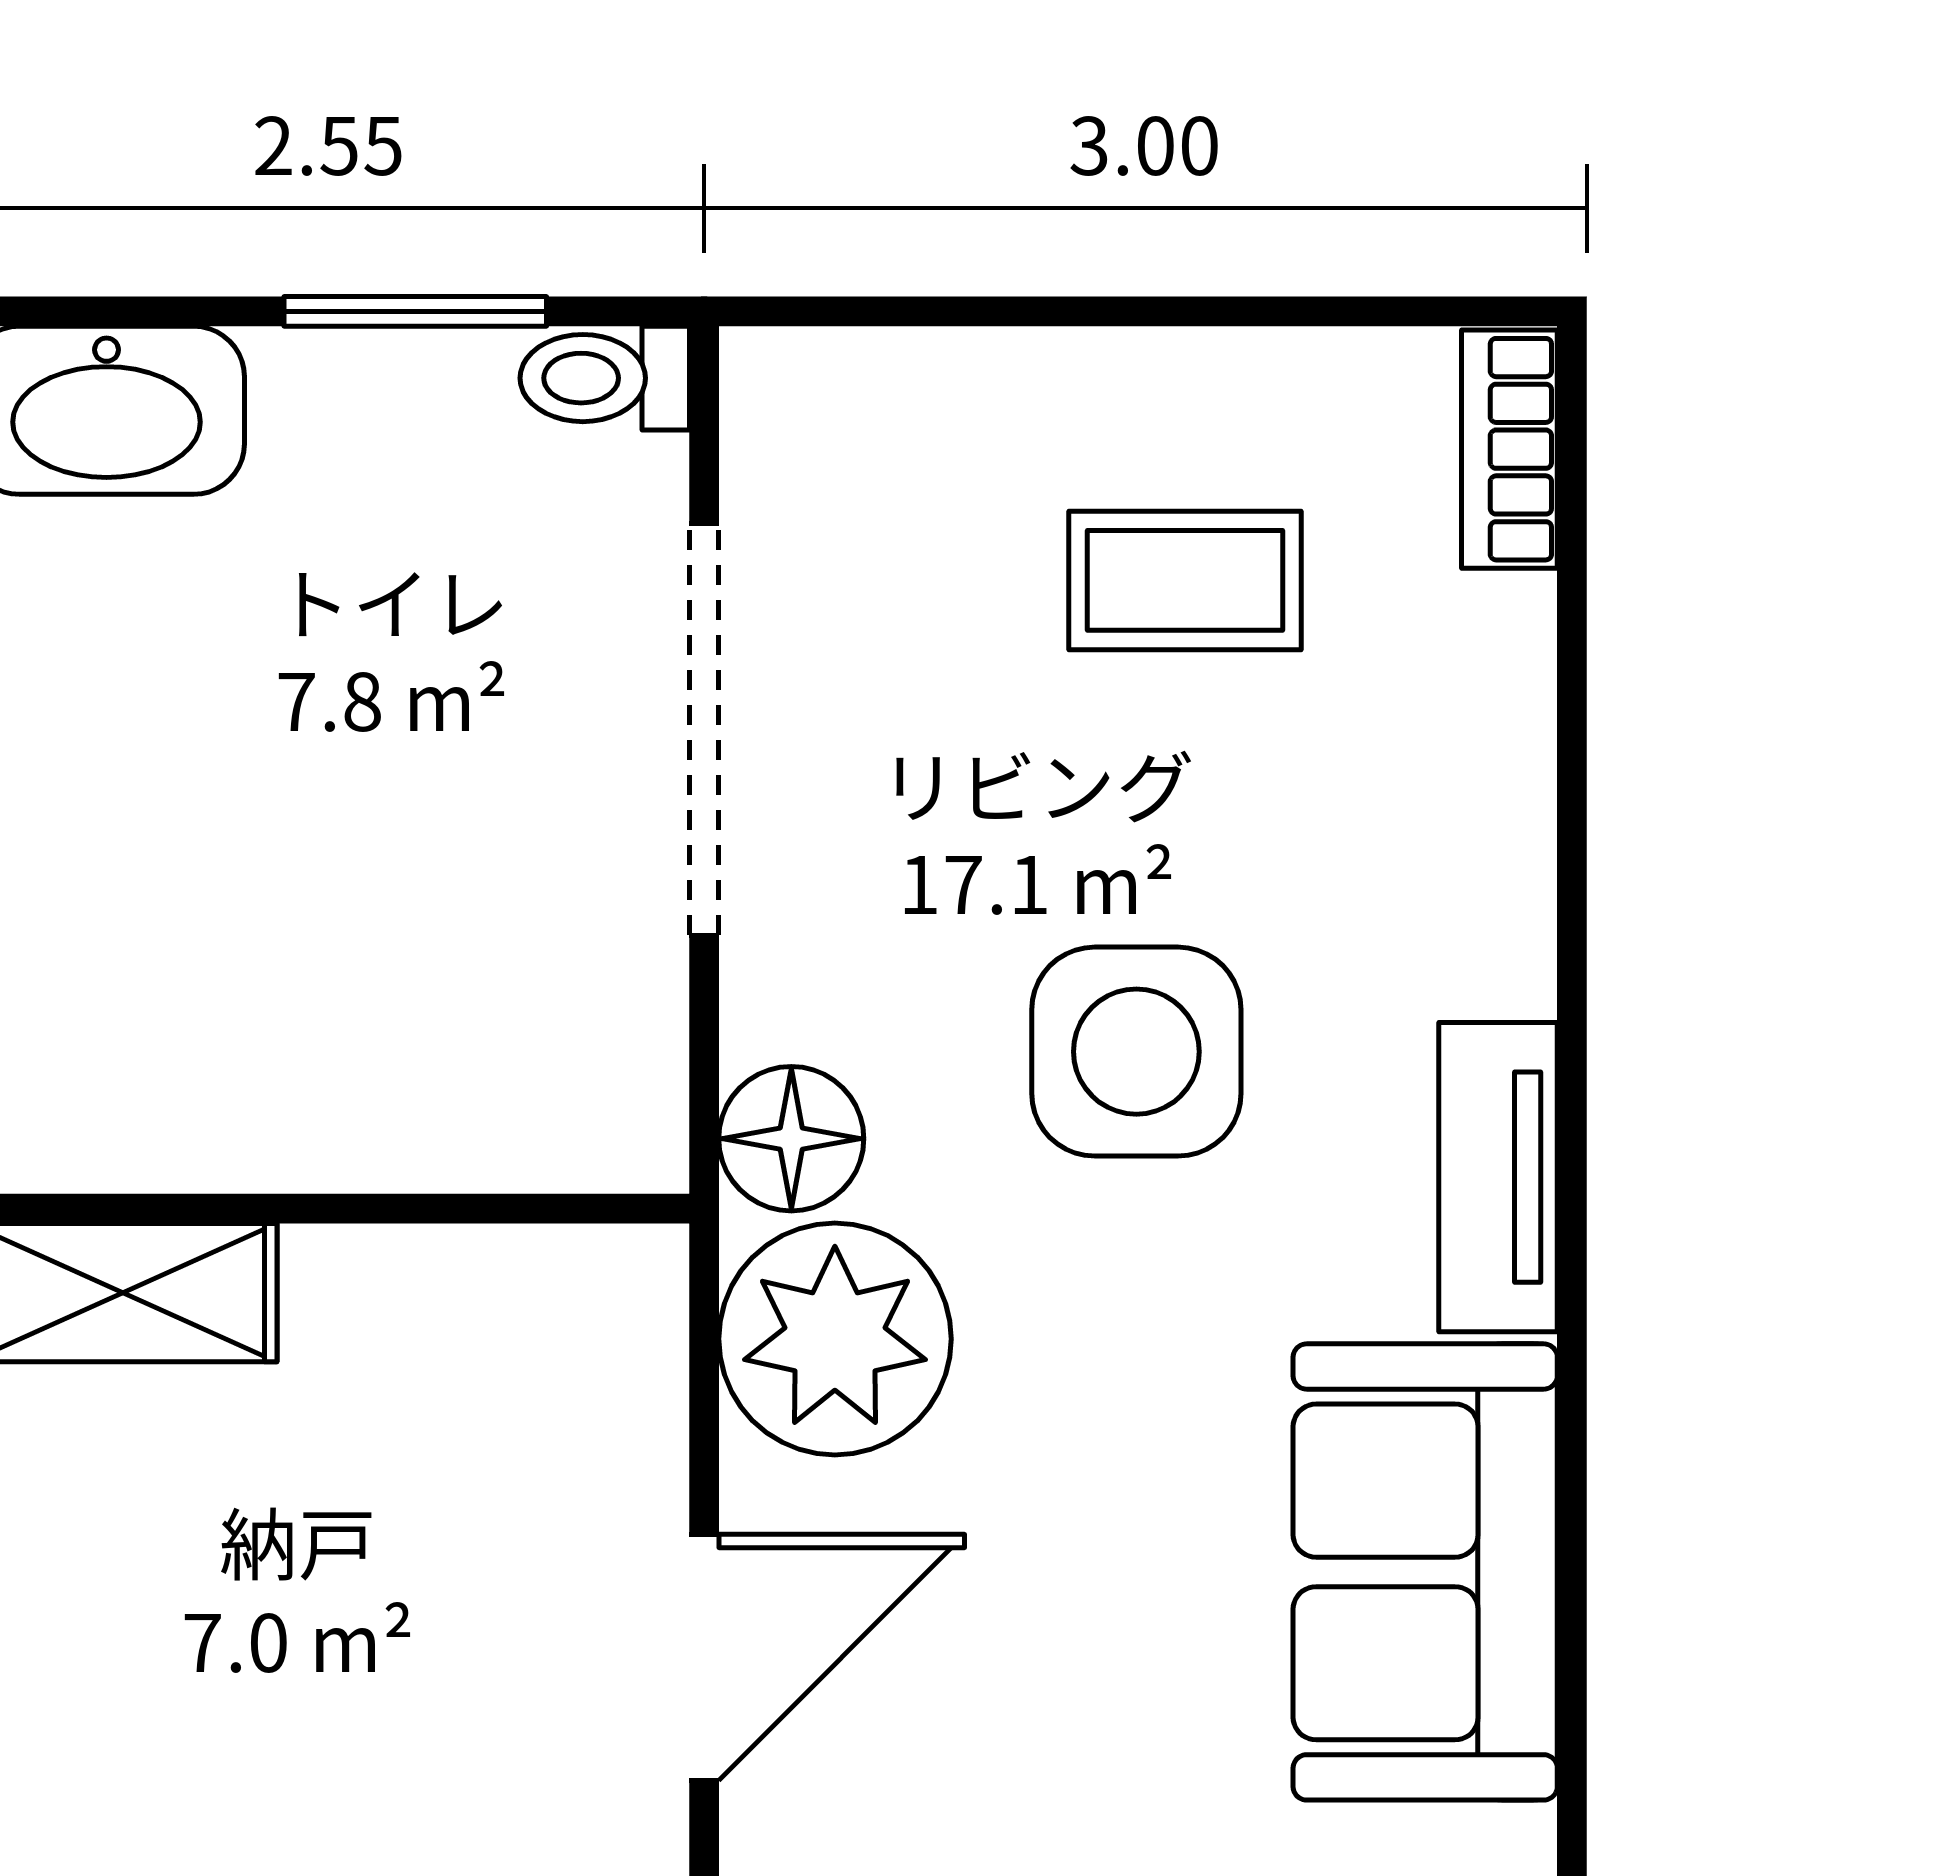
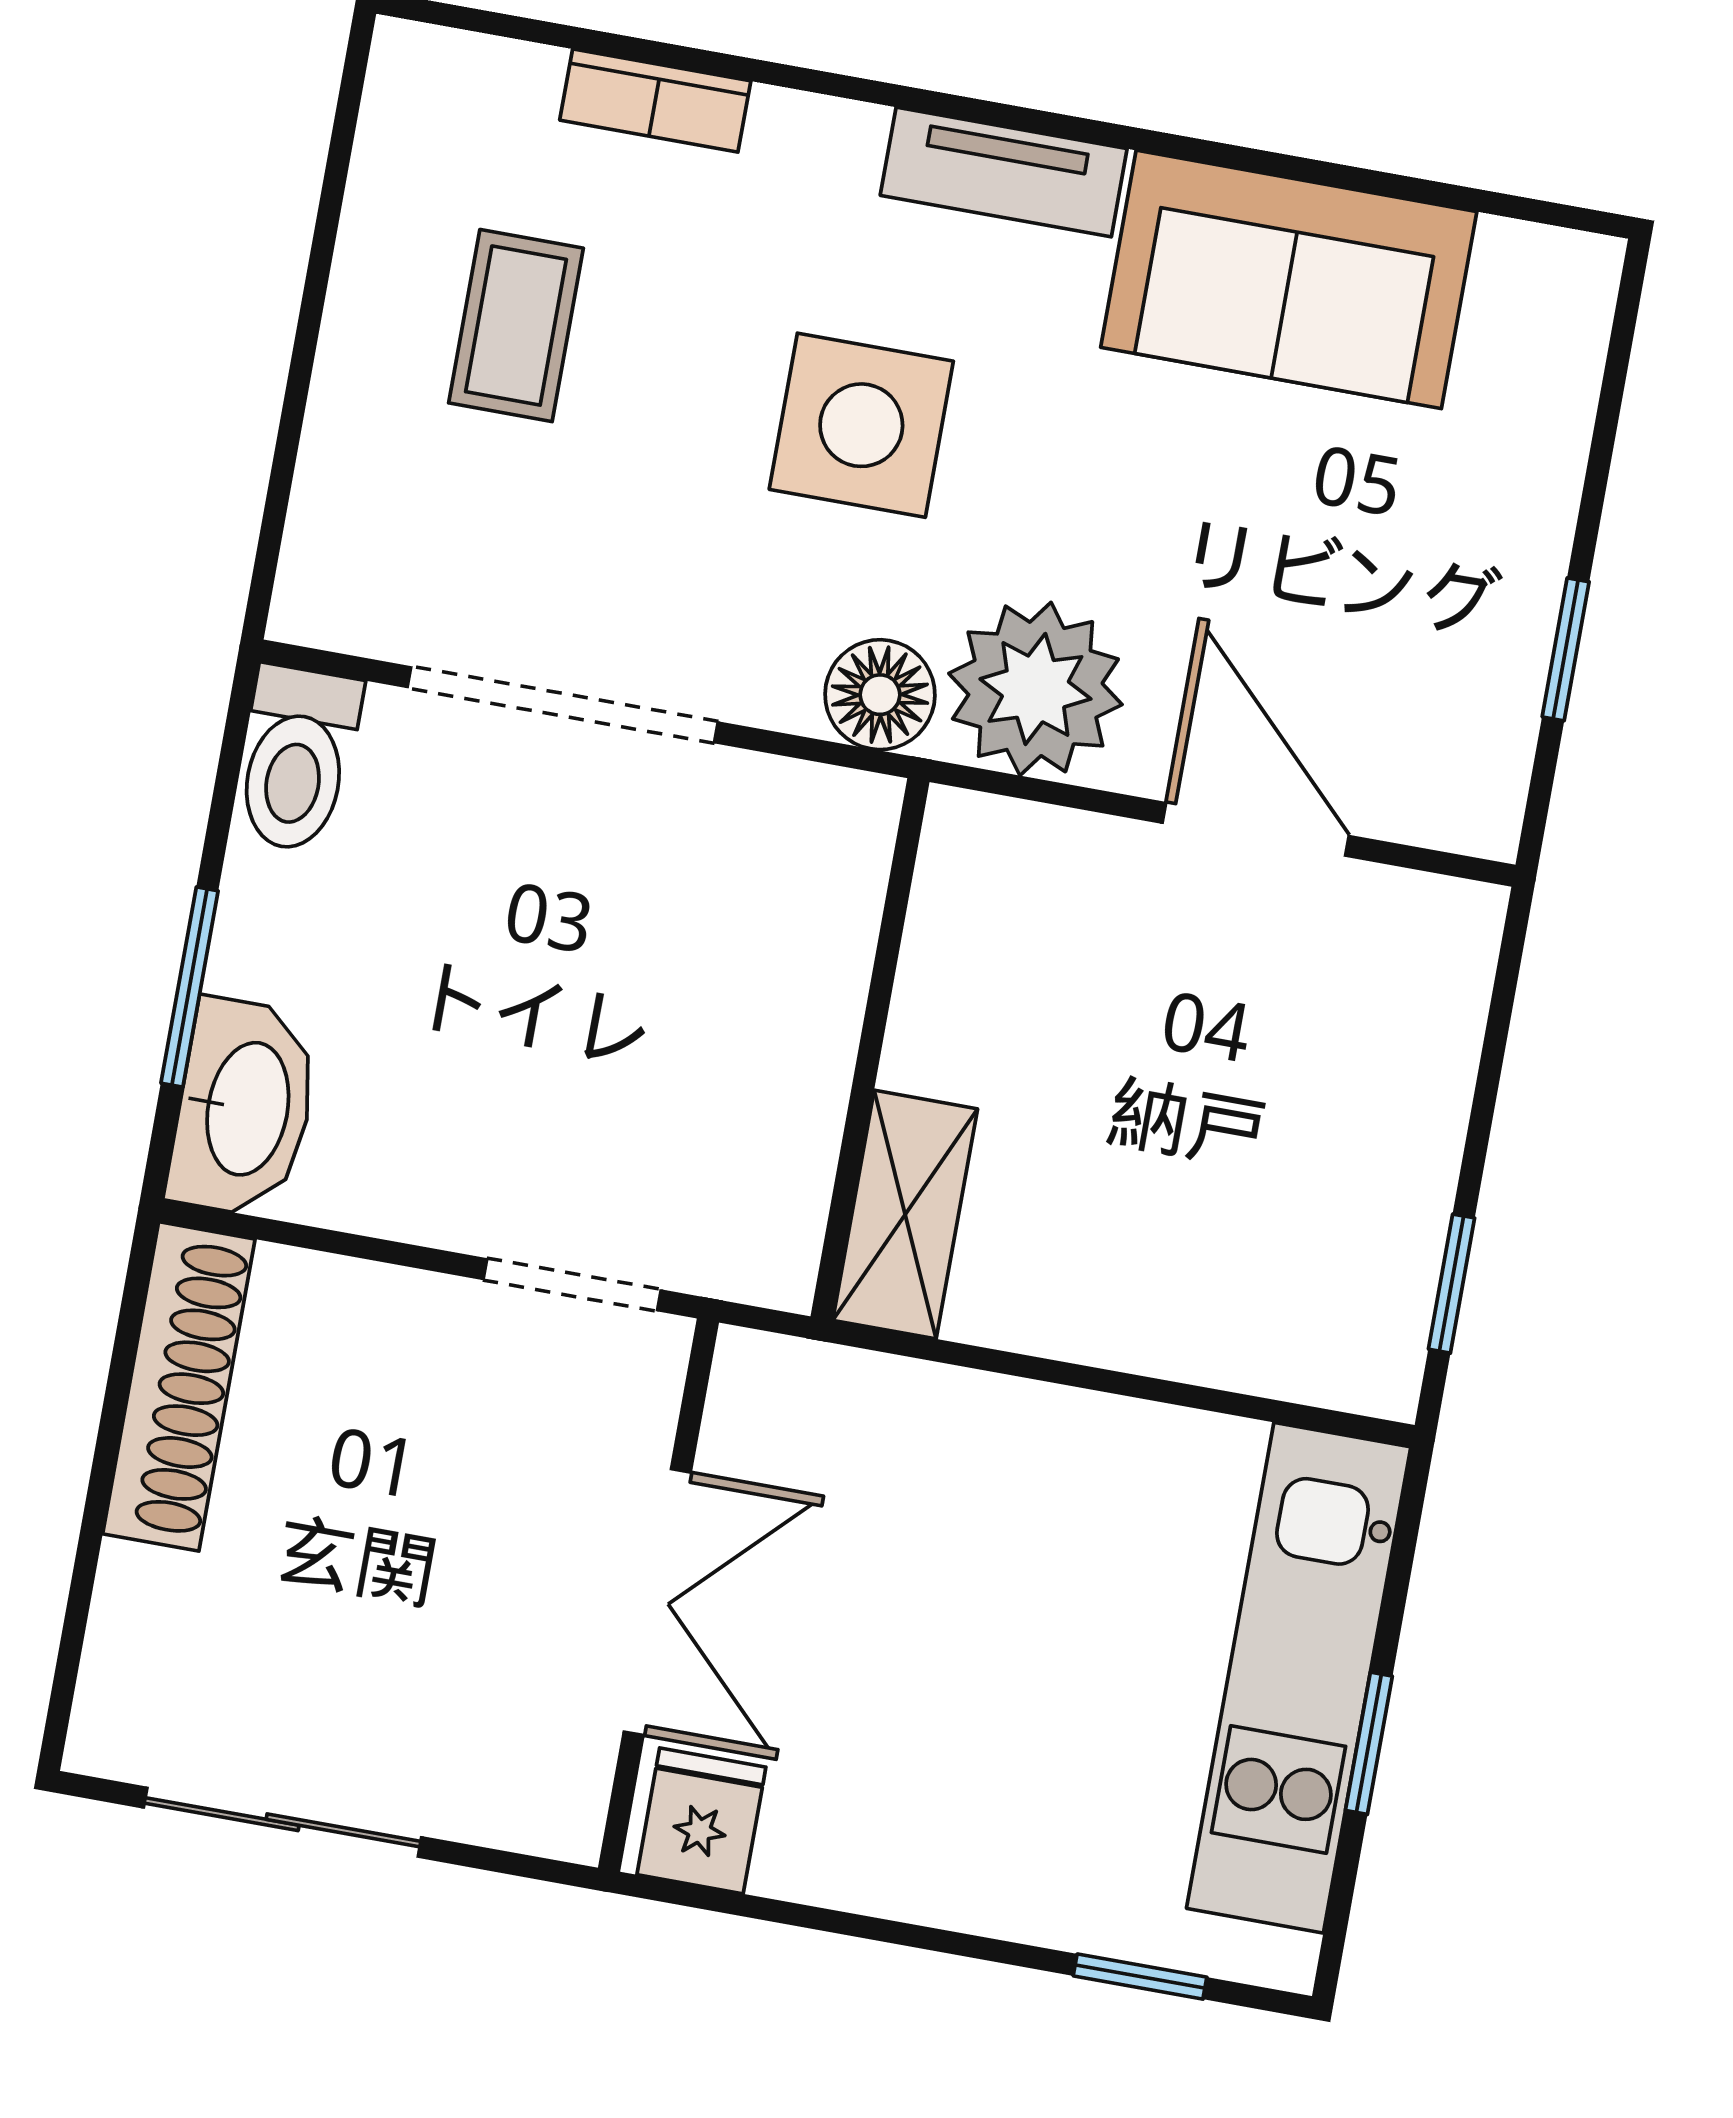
window: (415, 311) -> (190, 987), moved
toilet: (605, 378) -> (297, 759), width x1.37, depth x1.39
bookcase: (1509, 449) -> (655, 101), moved

